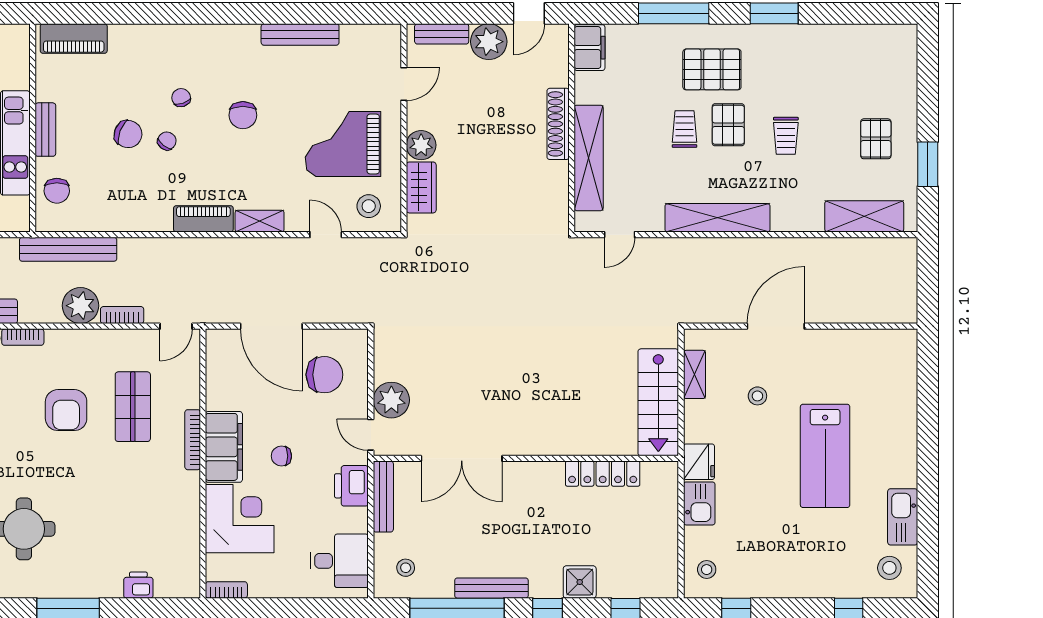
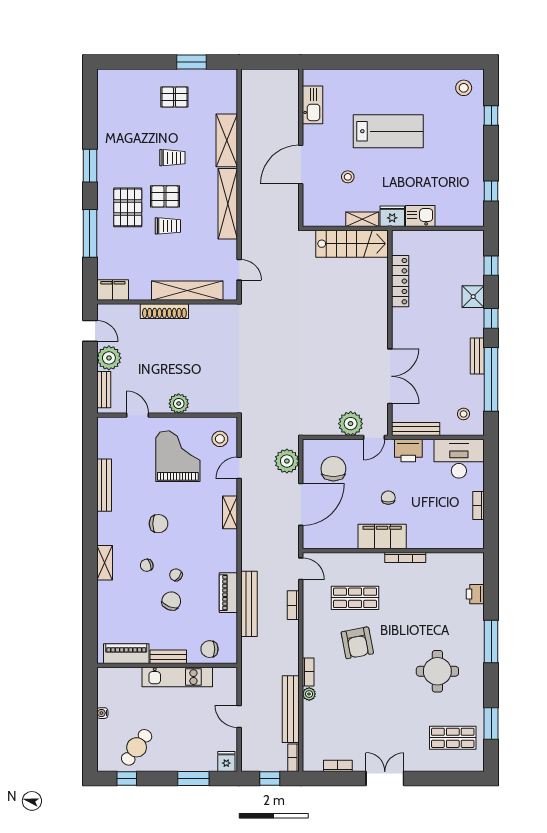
shelving: (185, 35) -> (105, 563), added
piano: (74, 39) -> (126, 654), moved, turned -90
trolley: (684, 129) -> (168, 226), turned 180
grand piano: (343, 144) -> (178, 456), turned 180
wardrobe: (421, 187) -> (207, 403), removed
chair: (57, 191) -> (209, 649), turned 180
shelving: (864, 216) -> (227, 140), moved
piano: (203, 219) -> (228, 593), moved
bench: (68, 249) -> (249, 604), moved
plant: (80, 306) -> (287, 461), moved
door: (776, 326) -> (301, 164), hinge flipped
shelving: (694, 374) -> (362, 219), moved
armchair: (66, 410) -> (357, 643), turned 79
bookcase: (193, 440) -> (405, 557), moved
chair: (281, 456) -> (388, 498), turned 180
kitchen sink: (903, 517) -> (313, 105), moved, turned -90
corner desk: (240, 519) -> (430, 526), removed
desk: (339, 561) -> (459, 459), width x1.37
stool: (707, 570) -> (465, 211), removed
bench: (491, 588) -> (477, 356), width x0.73
bookcase: (226, 590) -> (479, 506), moved

